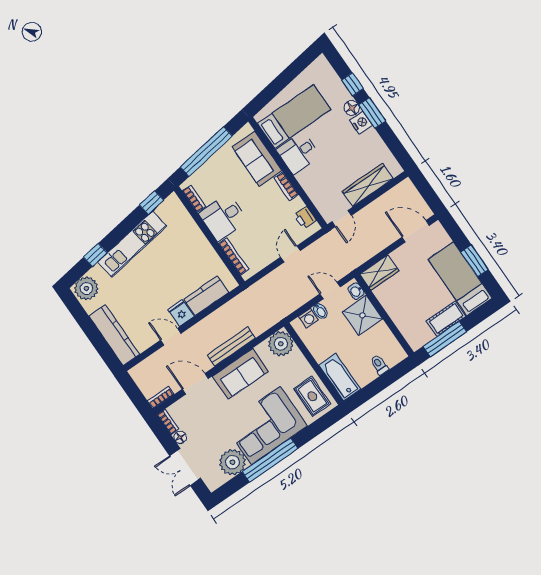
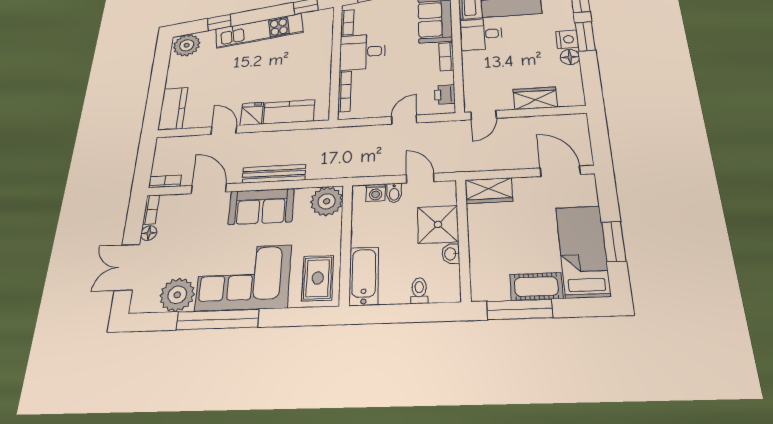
floor lamp: (352, 108) -> (570, 57), moved
wardrobe: (368, 185) -> (535, 98), width x0.67
washbasin: (356, 291) -> (451, 254), moved
kitchen counter: (114, 335) -> (173, 109), width x0.67

